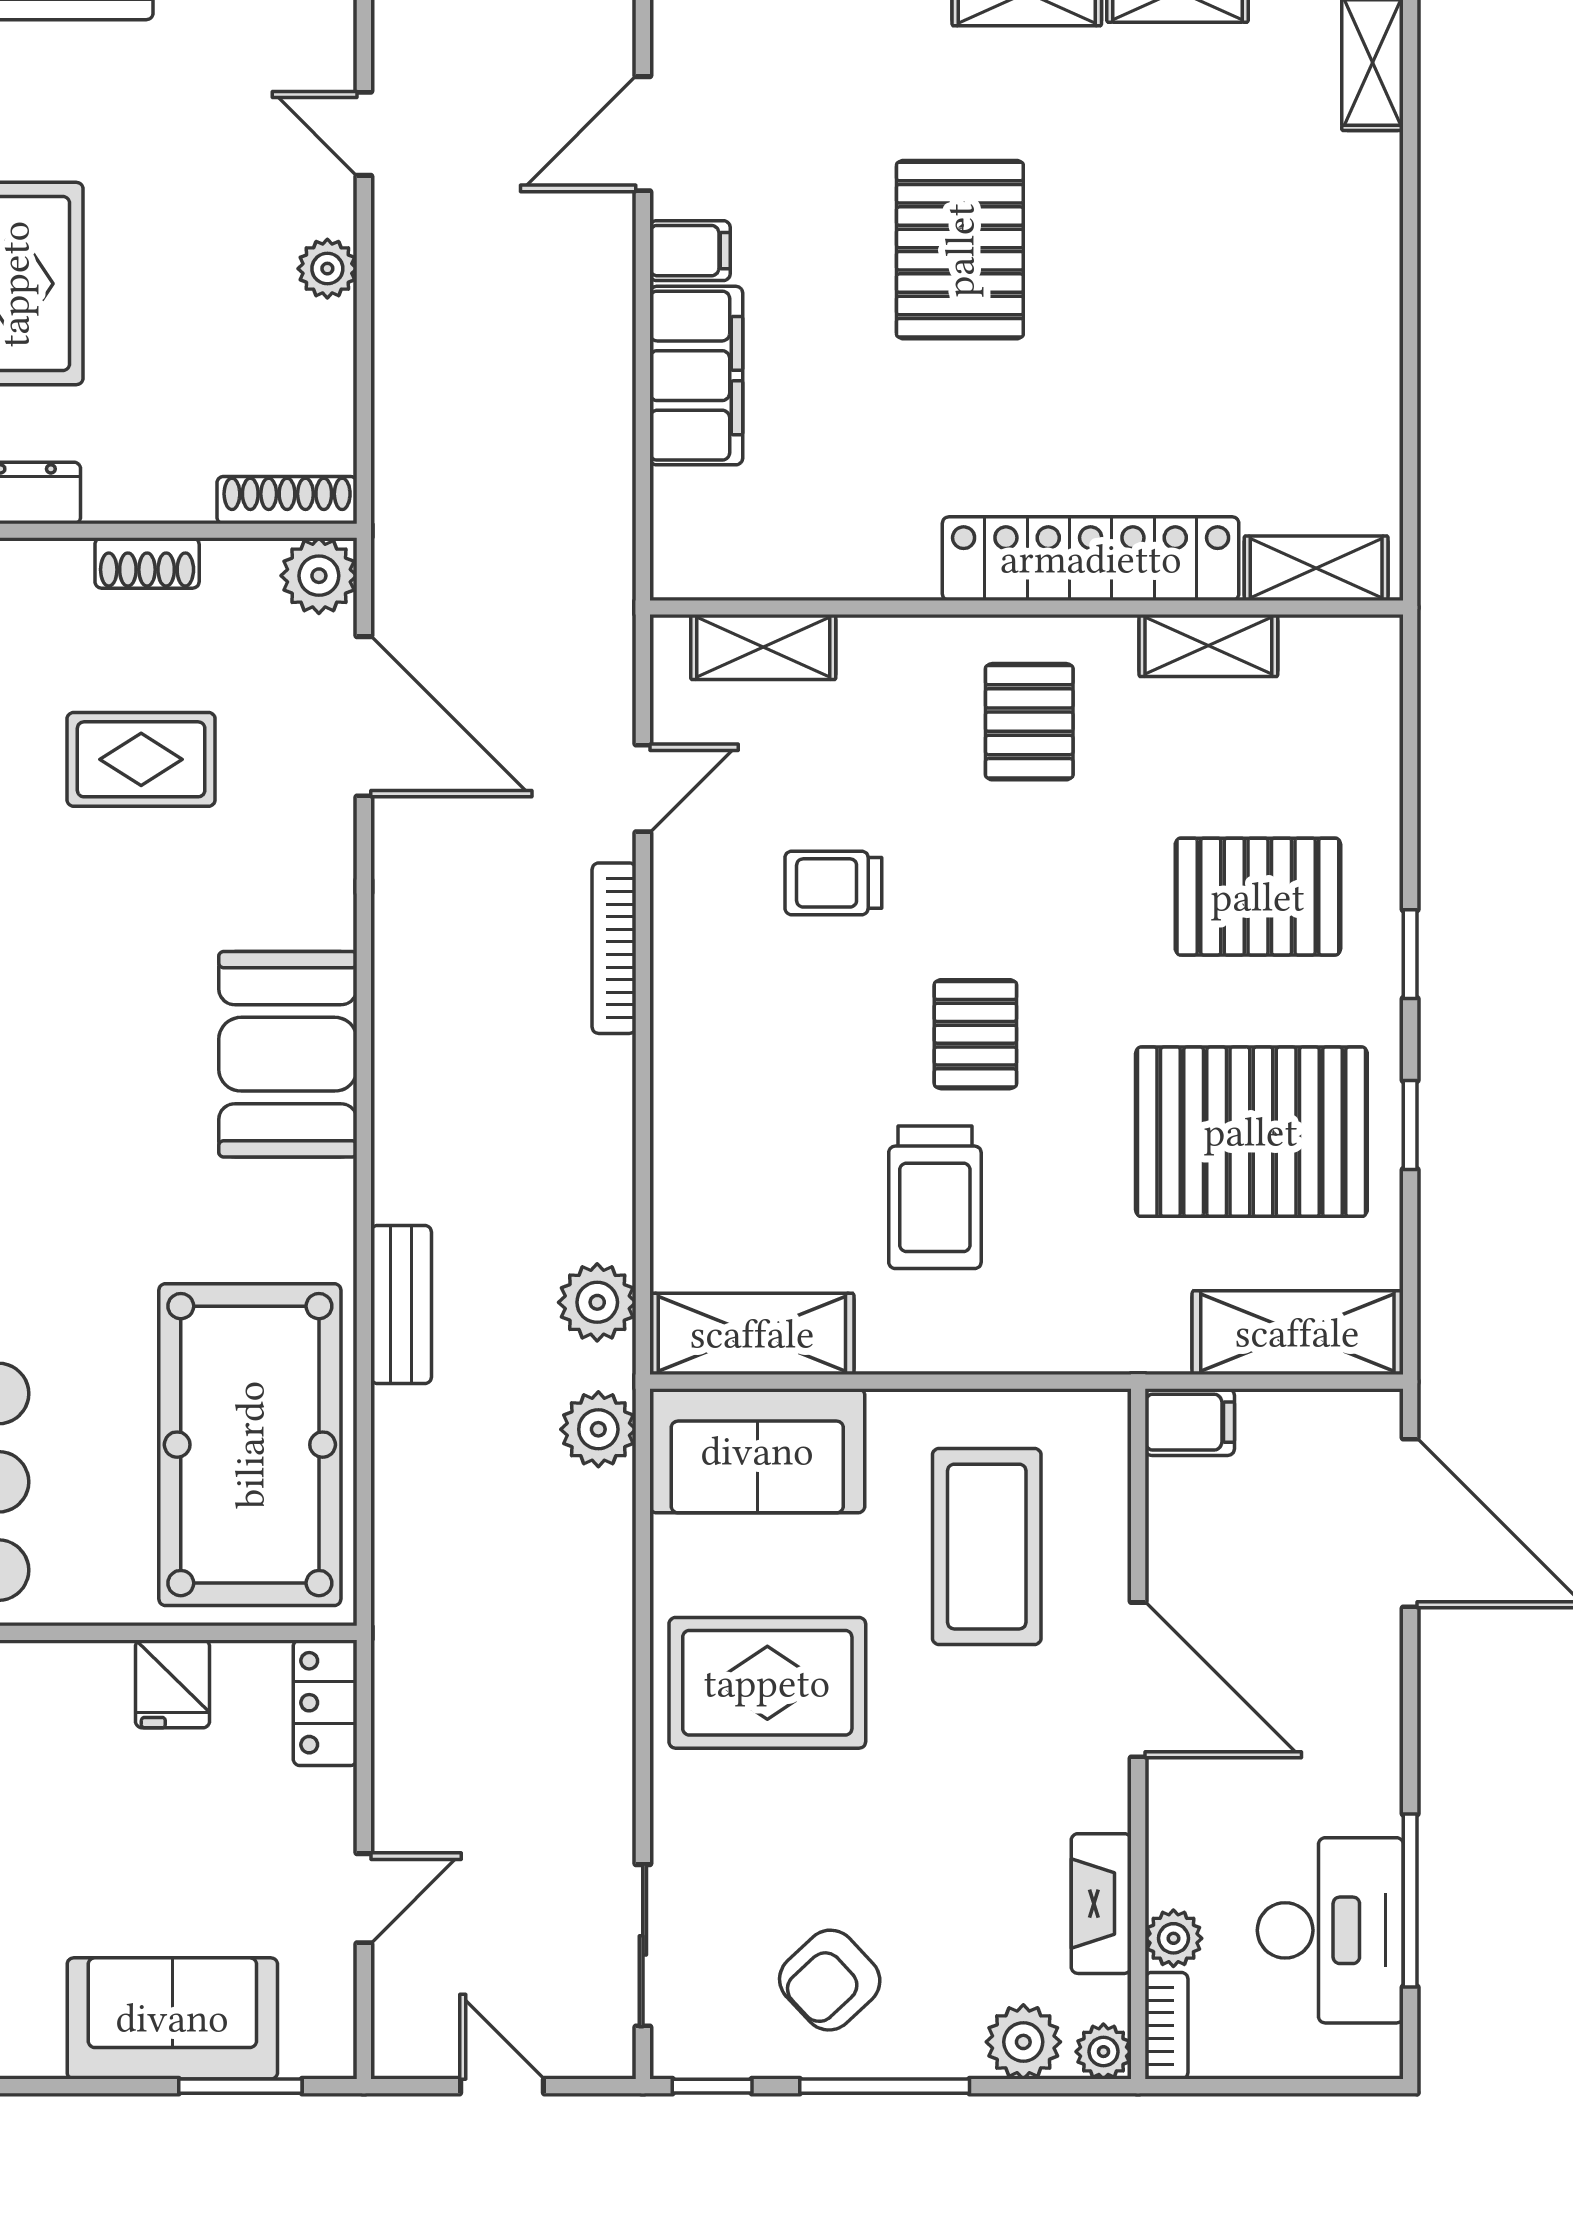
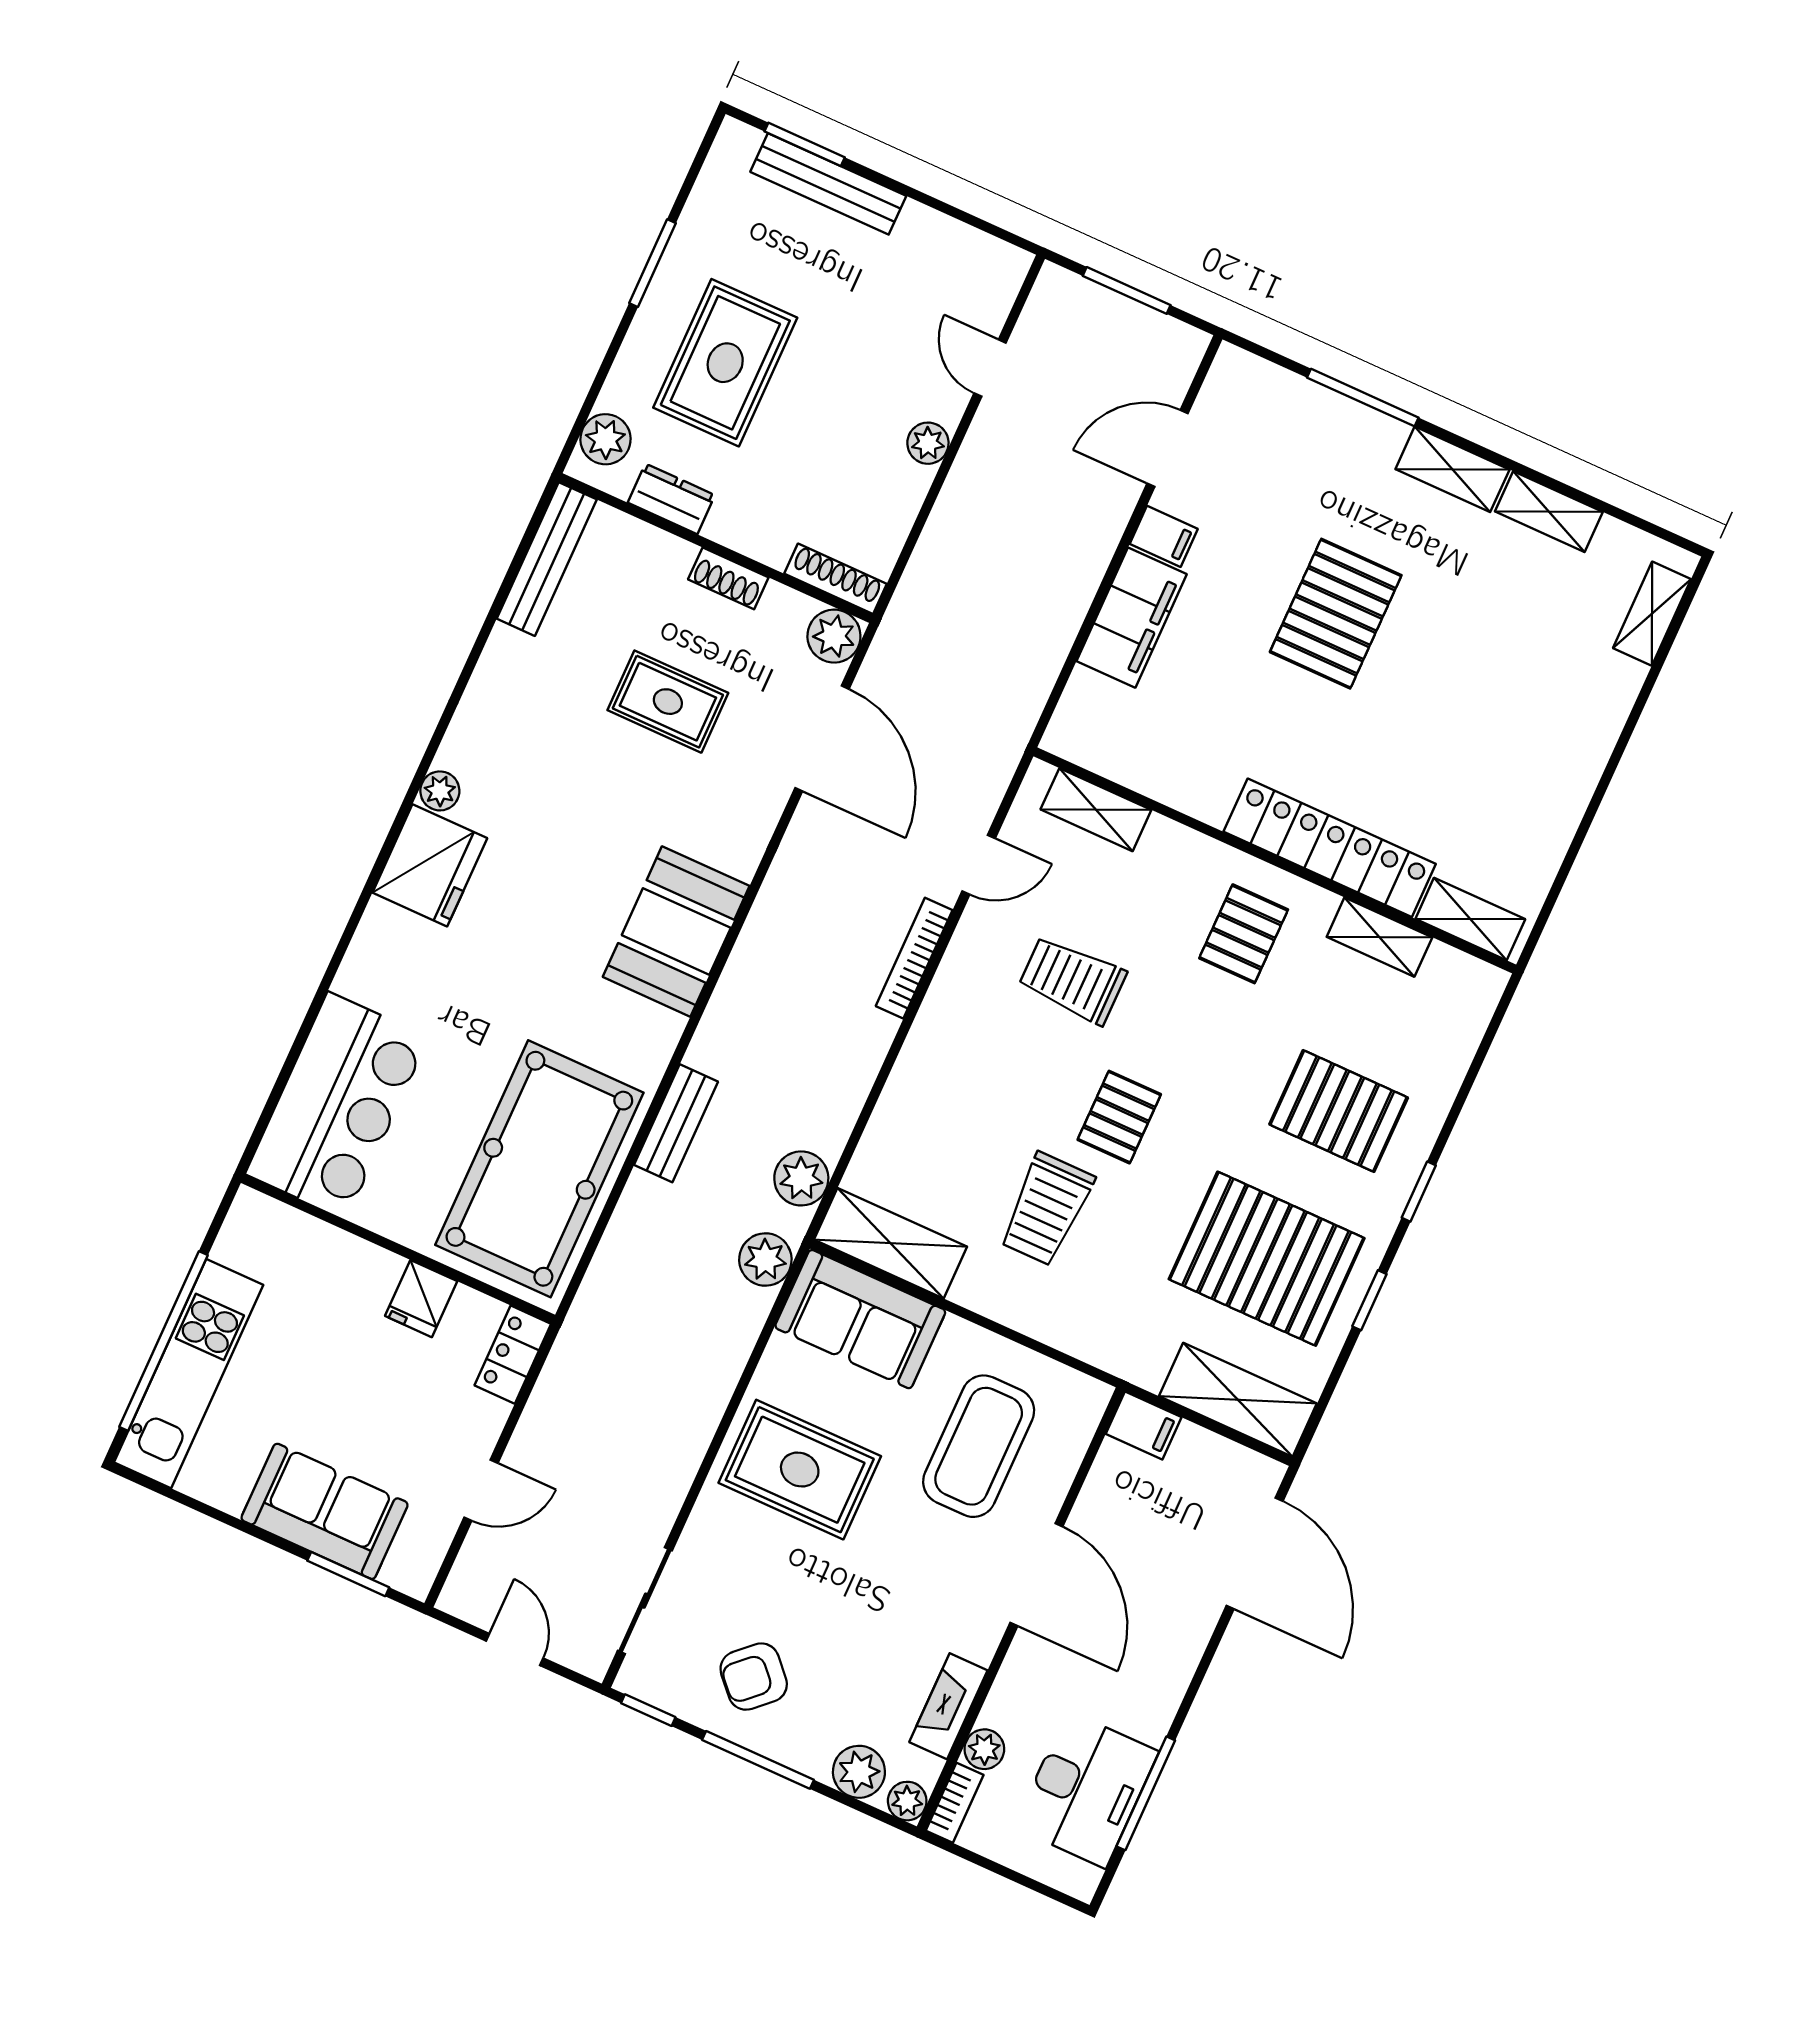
trolley: (833, 883) -> (1072, 980), width x1.36, depth x1.39

